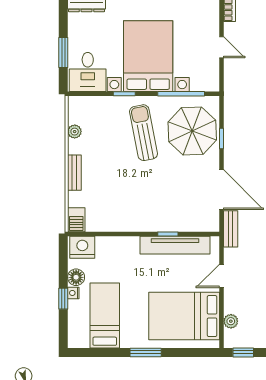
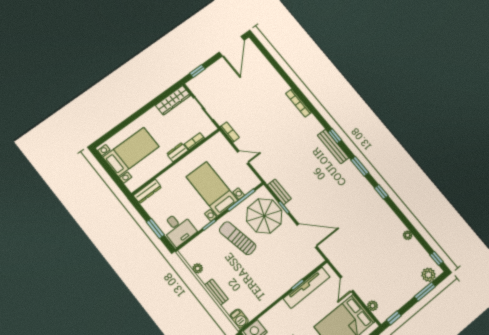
bed with nightstands: (148, 56) -> (212, 189), width x0.73
bench: (231, 229) -> (279, 192), moved

